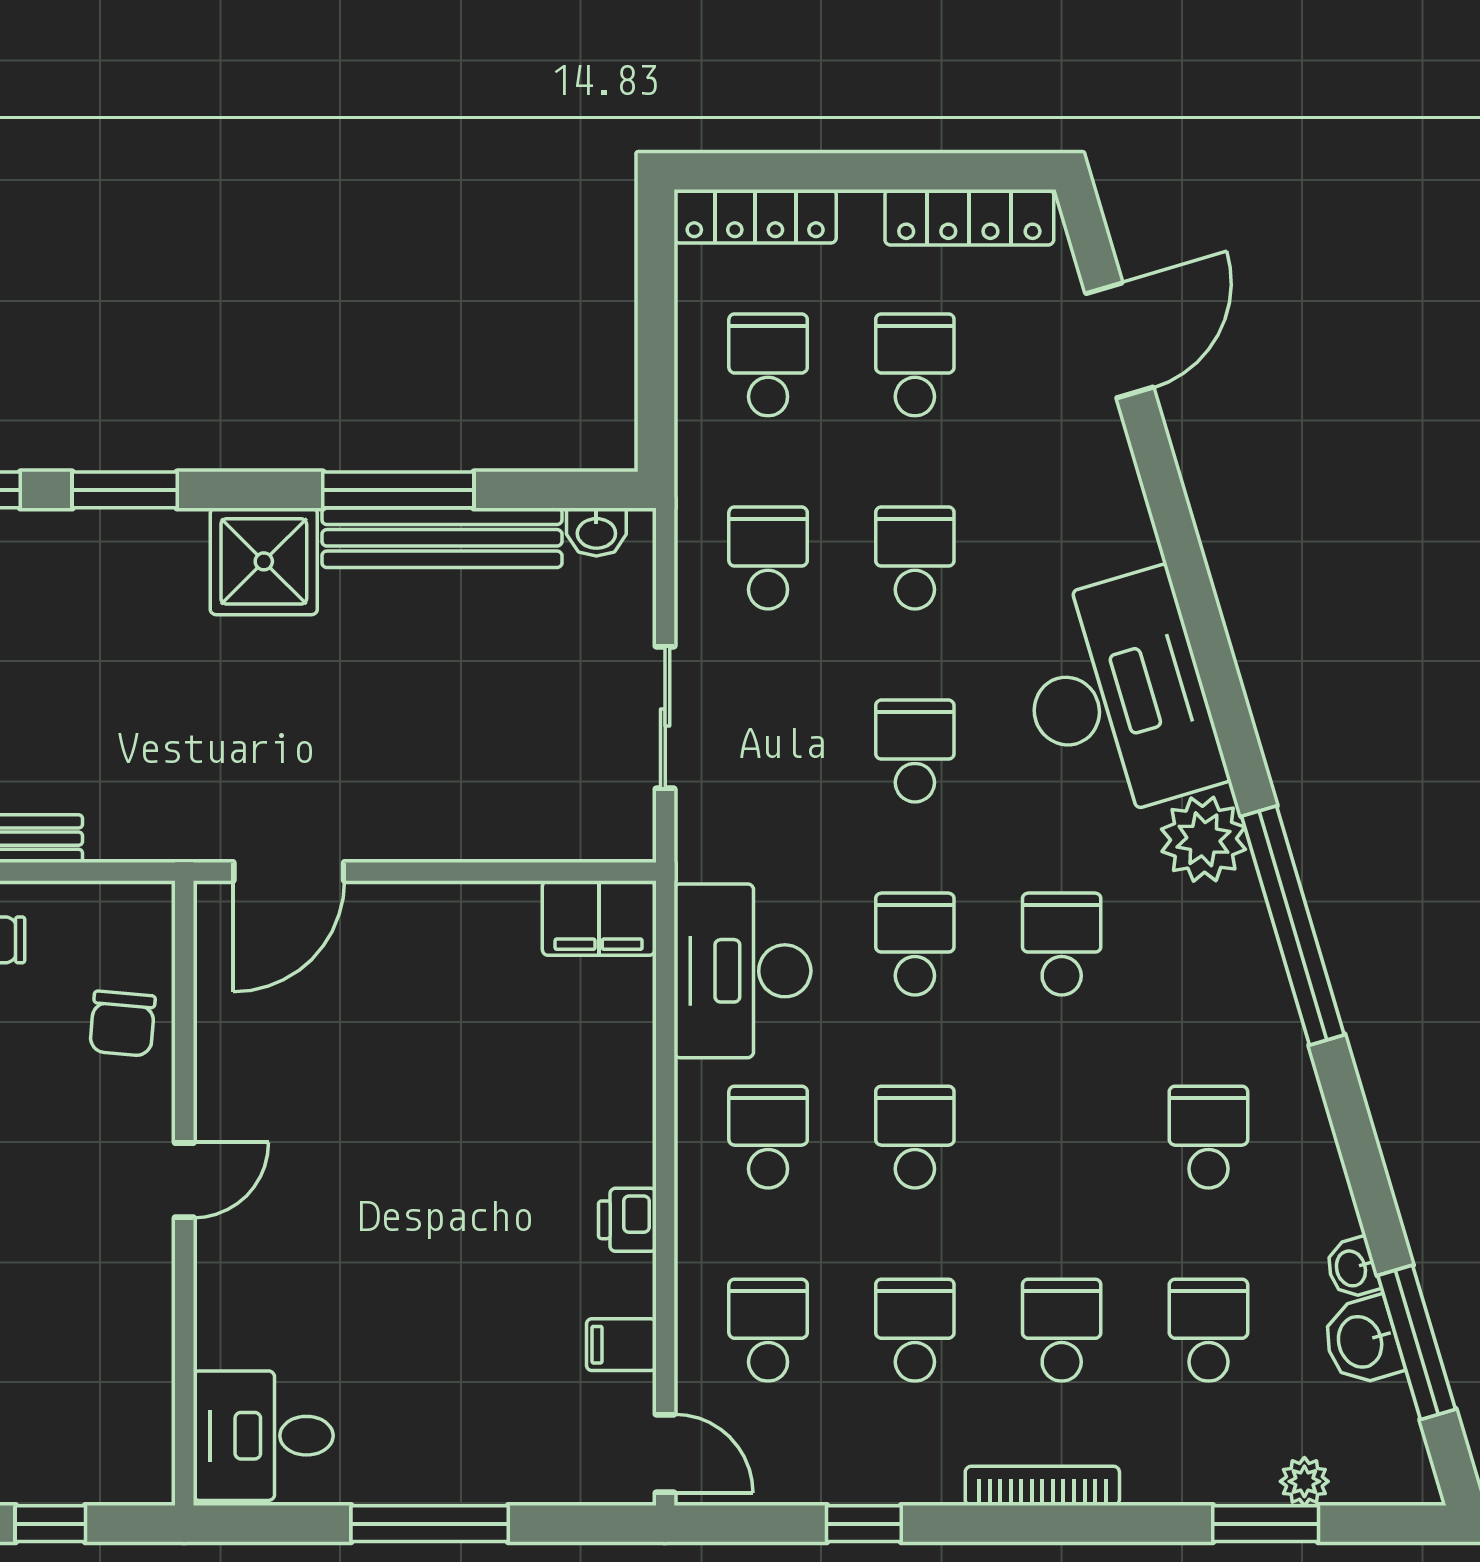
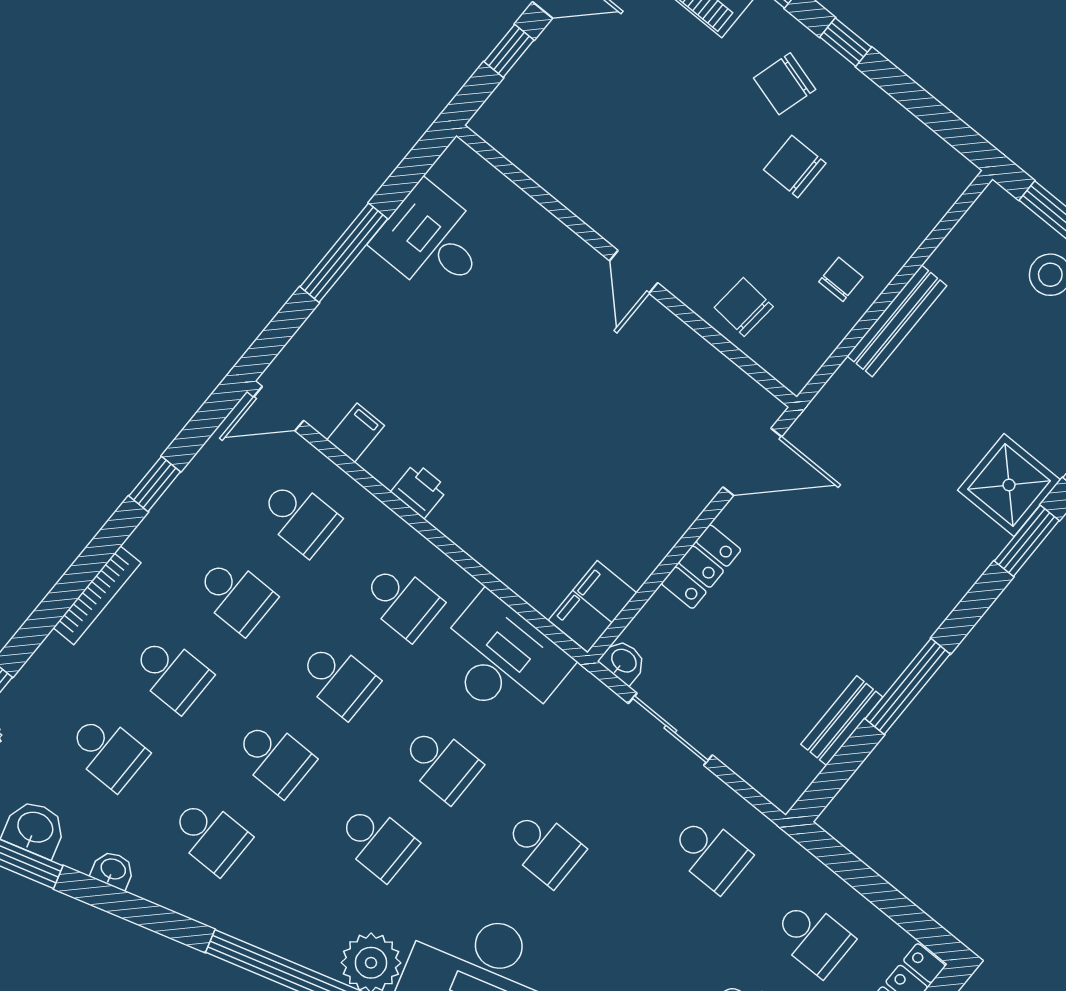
washbasin: (596, 532) -> (623, 661), moved, turned 90
bench: (442, 538) -> (842, 721), width x0.54, depth x0.82
school desk: (915, 558) -> (274, 758), moved
shower: (264, 561) -> (1009, 485), moved
locker: (454, 833) -> (701, 567), added
door: (289, 872) -> (752, 462), swing flipped
washbasin: (1352, 1268) -> (113, 870), moved
desk: (263, 1436) -> (432, 241), moved, turned -90

